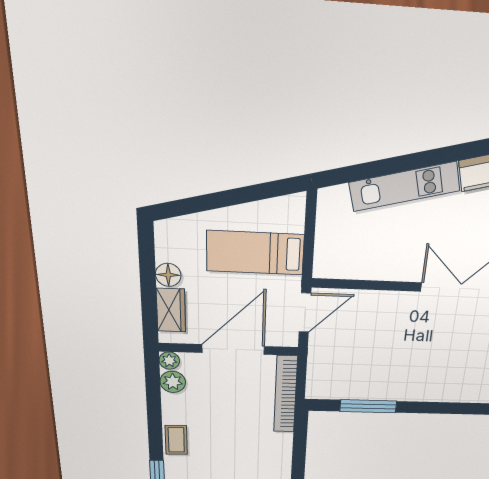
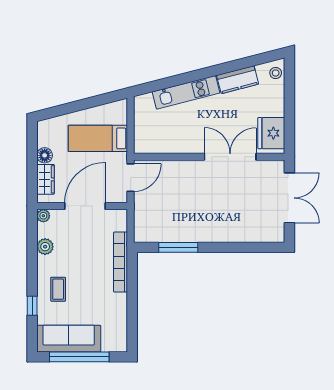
plant: (173, 382) -> (45, 247), moved
bookcase: (286, 394) -> (121, 262), moved
coffee table: (176, 440) -> (58, 289), moved

